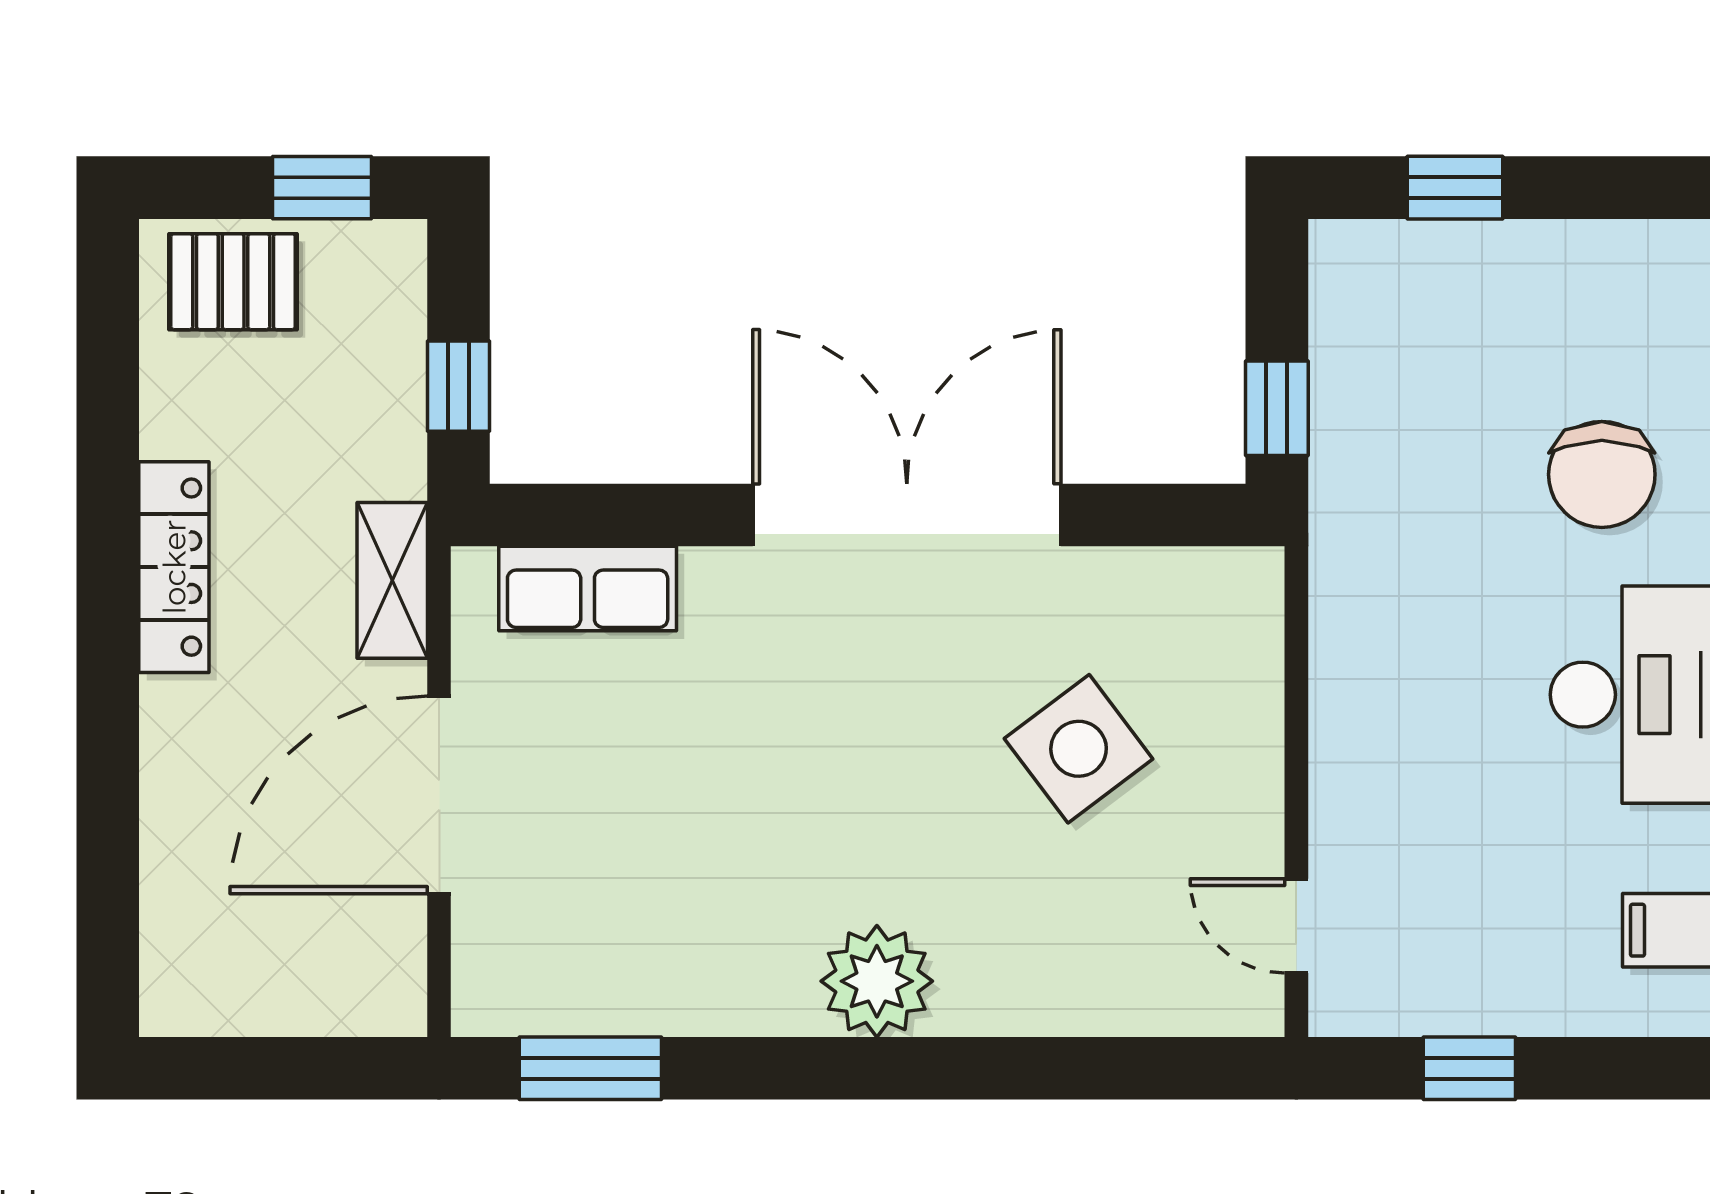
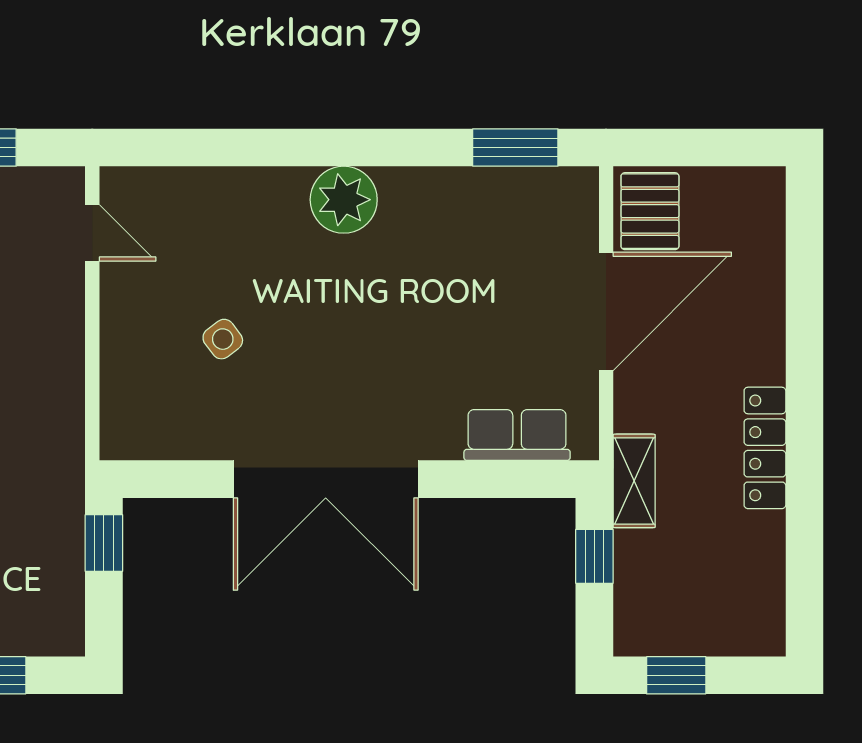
pallet: (233, 282) -> (650, 211), moved, turned 90
shelving: (392, 580) -> (634, 481), moved
side table: (1079, 749) -> (223, 339), width x0.54, depth x0.54

